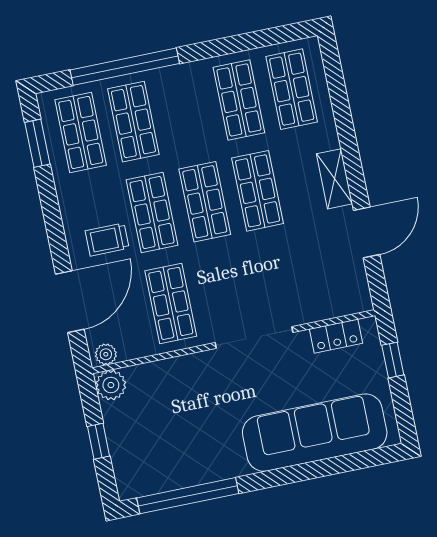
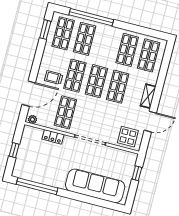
display table: (334, 289) -> (128, 137), added
locker: (336, 336) -> (53, 137), moved
plant: (111, 385) -> (29, 132), removed

